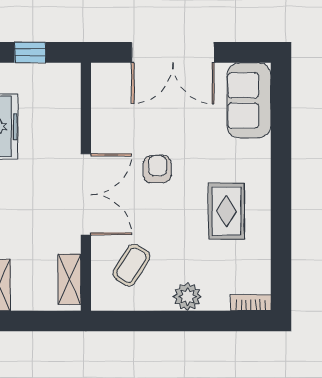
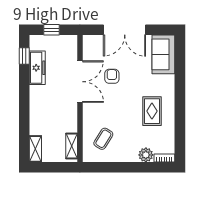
armchair: (157, 169) -> (112, 76), moved
double door: (86, 194) -> (80, 82), moved
plant: (187, 297) -> (146, 155), moved

